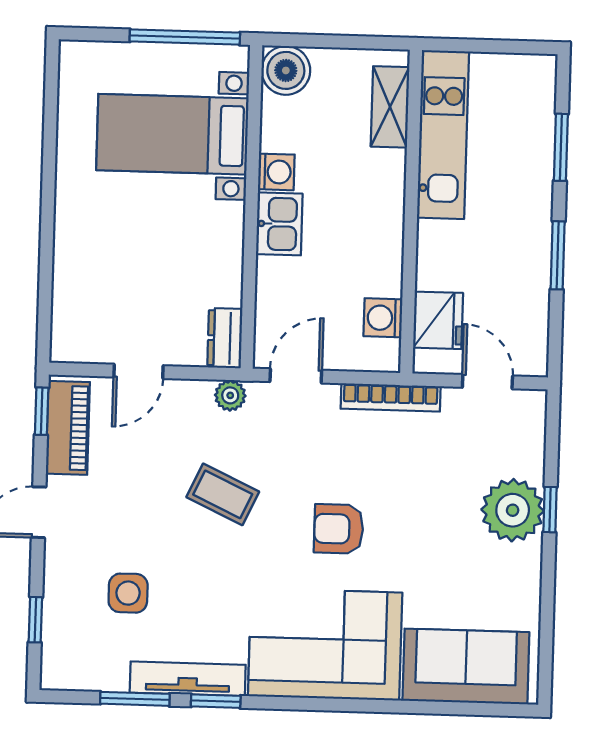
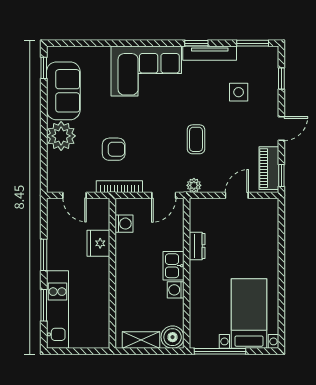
shelving: (390, 107) -> (141, 340), moved, turned 90
bed with nightstands: (172, 134) -> (249, 313), moved, turned -90
kitchen unit: (443, 135) -> (57, 309), moved, turned 180
fridge: (438, 320) -> (98, 243), moved
dresser: (225, 338) -> (197, 246), moved
coffee table: (223, 494) -> (196, 139), turned 65
window: (550, 510) -> (44, 68), moved
armchair: (339, 529) -> (114, 149), moved
sofa: (466, 666) -> (63, 91), moved, turned -90
window: (135, 699) -> (253, 43), moved

